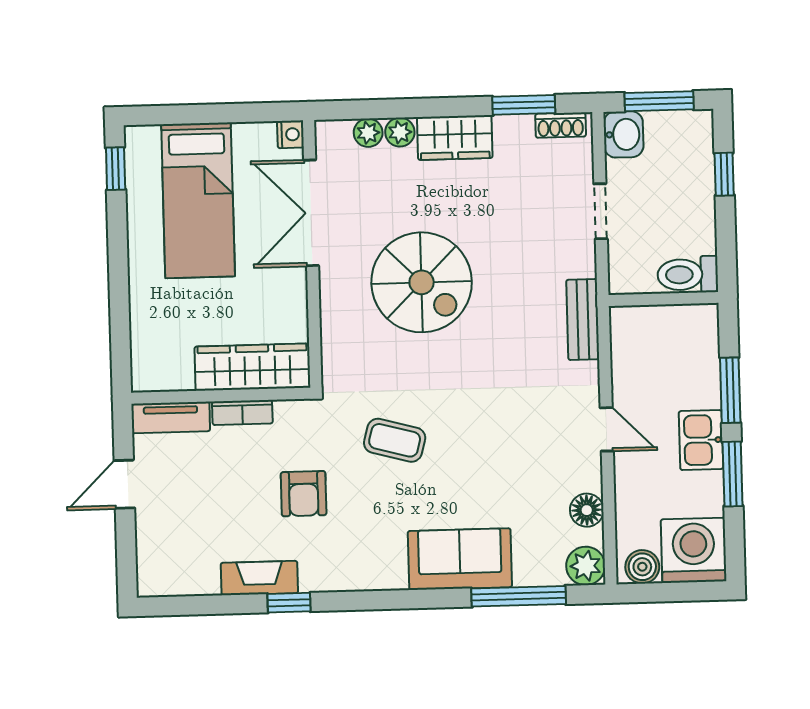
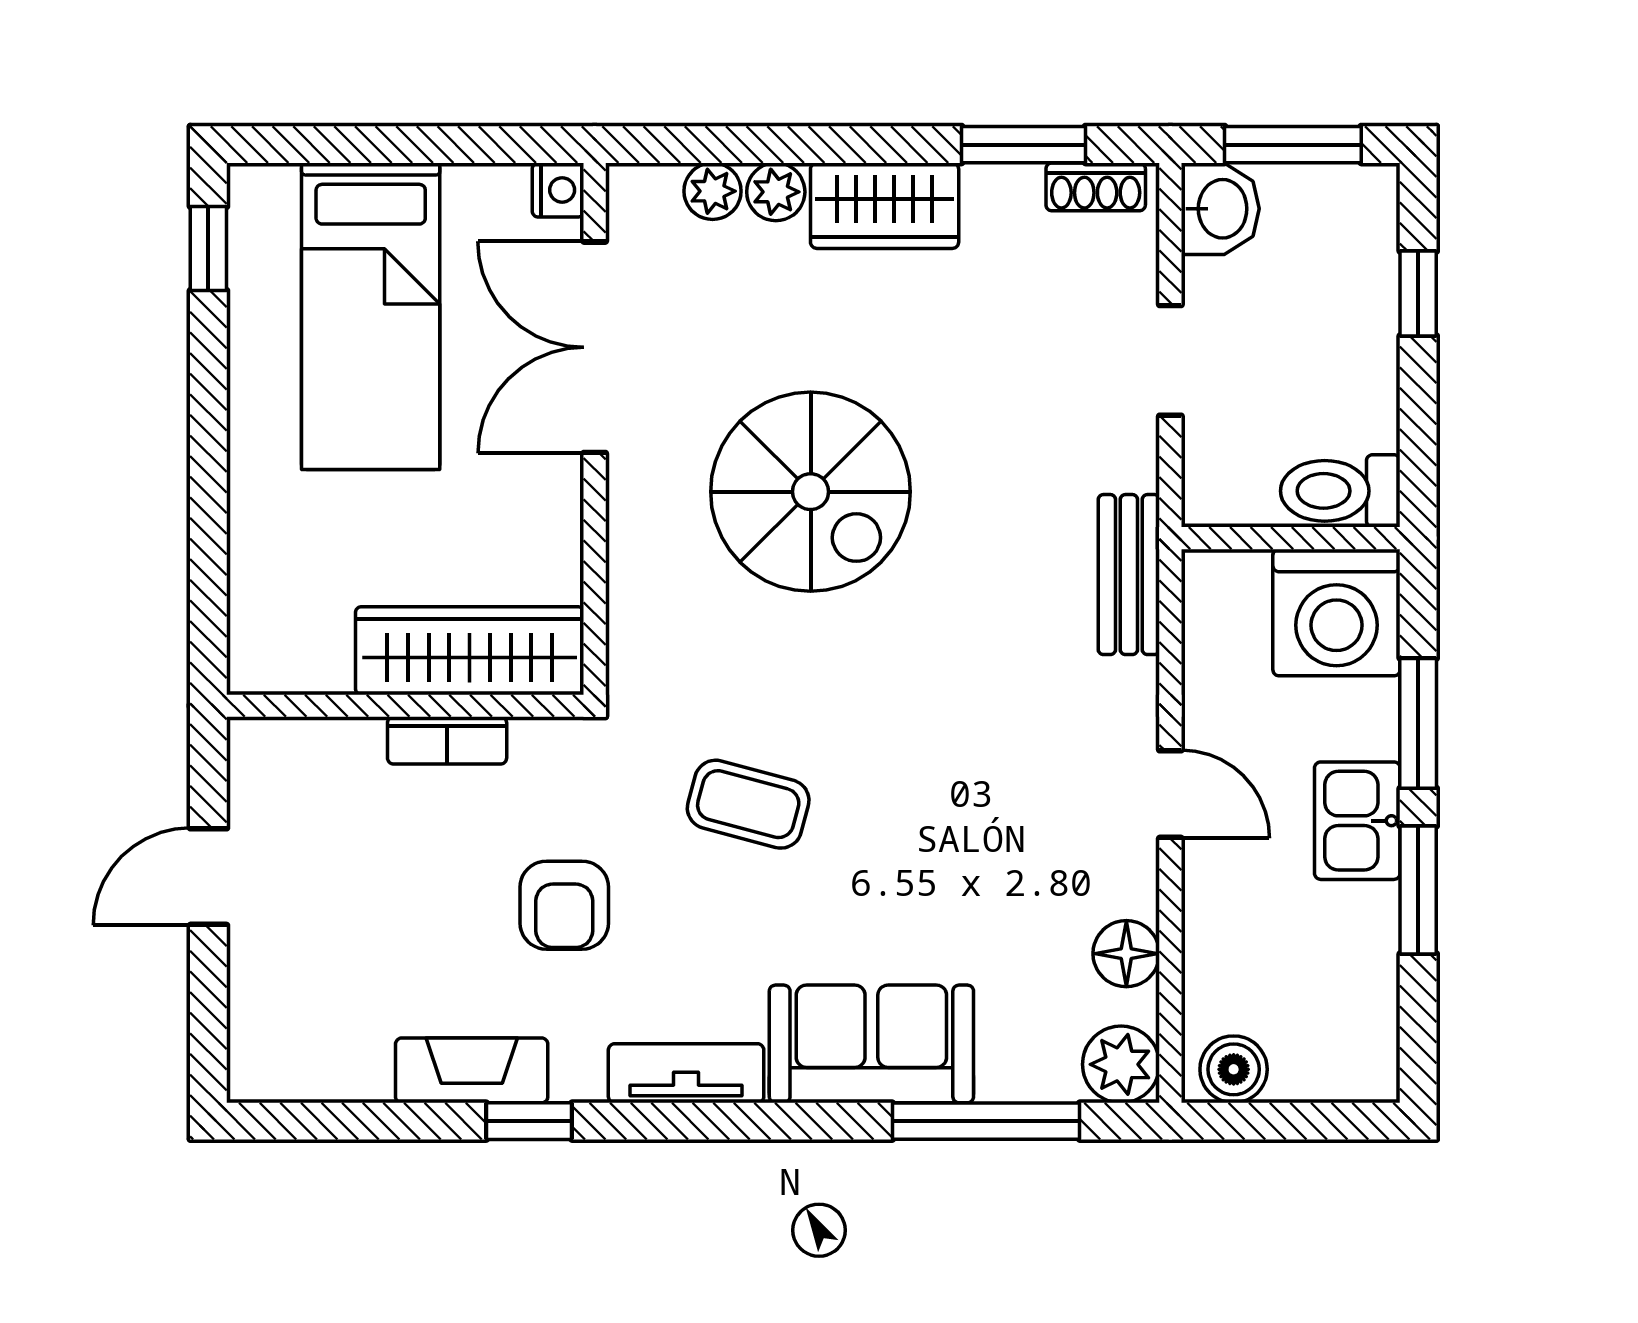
tv unit: (171, 417) -> (686, 1073), moved, turned 180
washing machine: (694, 550) -> (1336, 613), moved, turned 180

